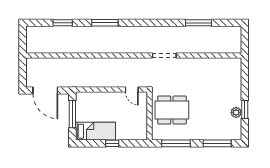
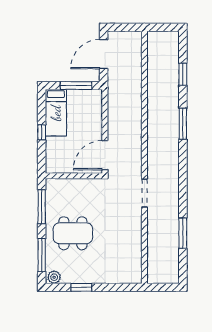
door: (132, 89) -> (105, 155), width x1.87
dining table: (172, 110) -> (73, 233), moved, turned 90
plant: (236, 112) -> (54, 277), moved

